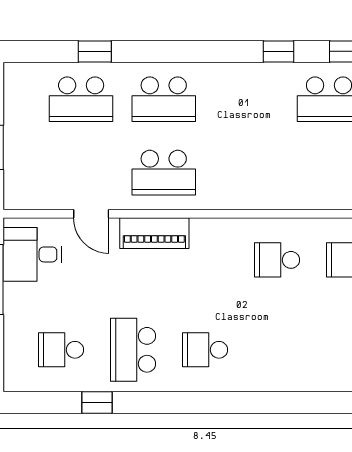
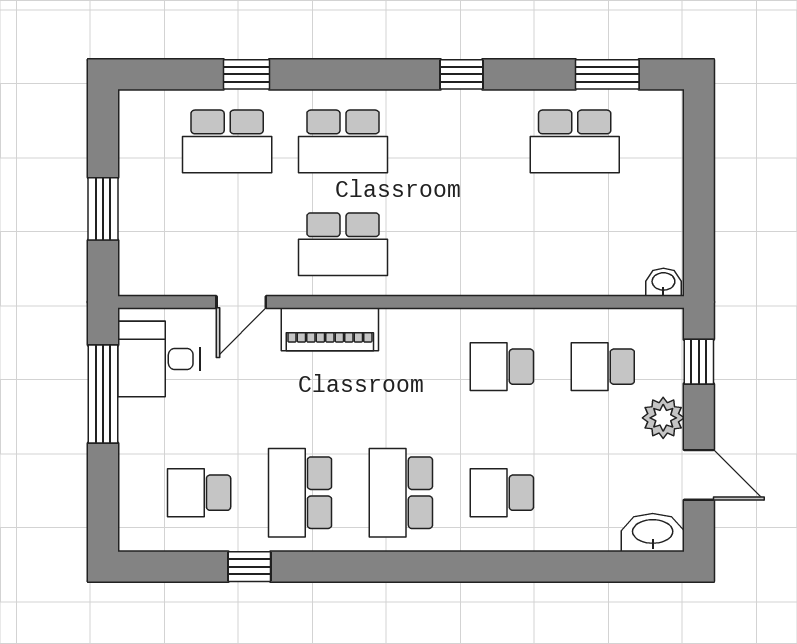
window: (279, 51) -> (462, 74), moved
door: (91, 214) -> (241, 302), hinge flipped
school desk: (205, 350) -> (401, 493), width x1.85
school desk: (277, 350) -> (502, 493), added

